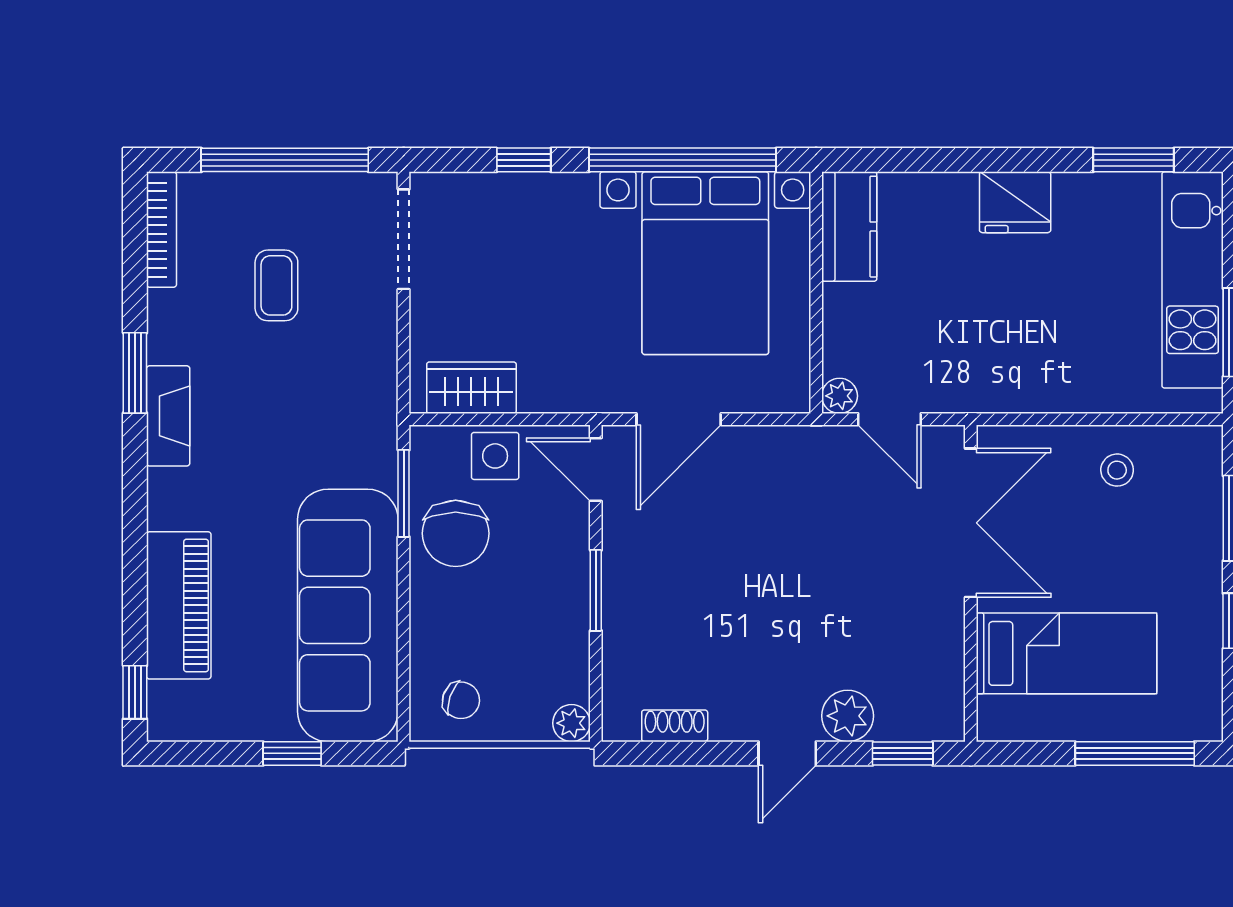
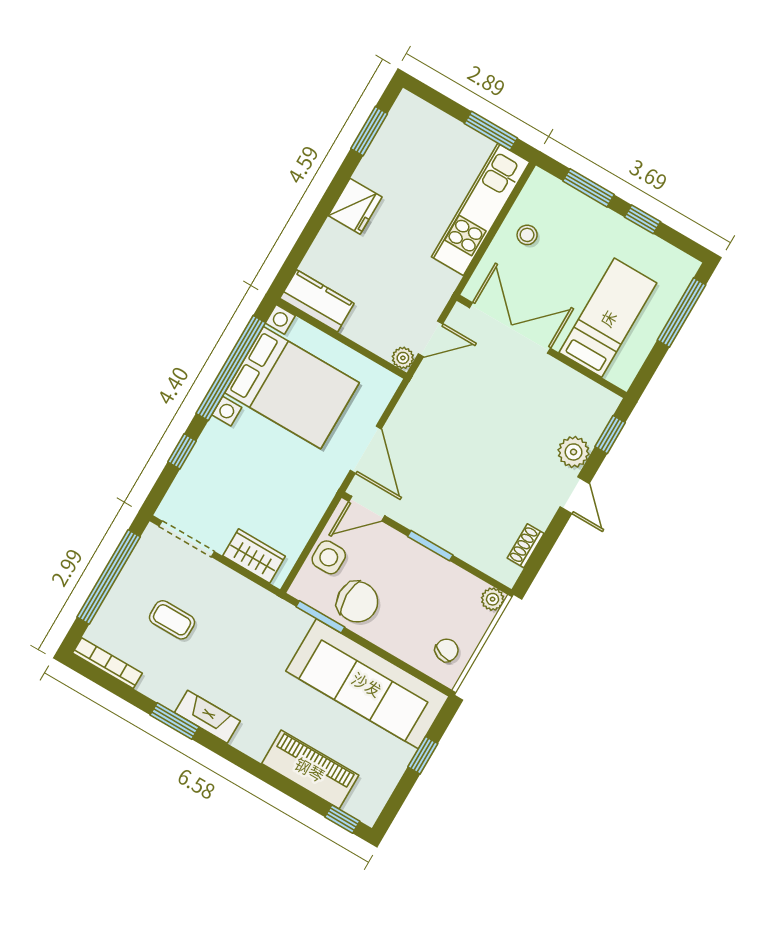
kitchen unit: (1193, 280) -> (481, 209), moved, turned 90
wardrobe: (471, 388) -> (254, 556), moved, turned 90

